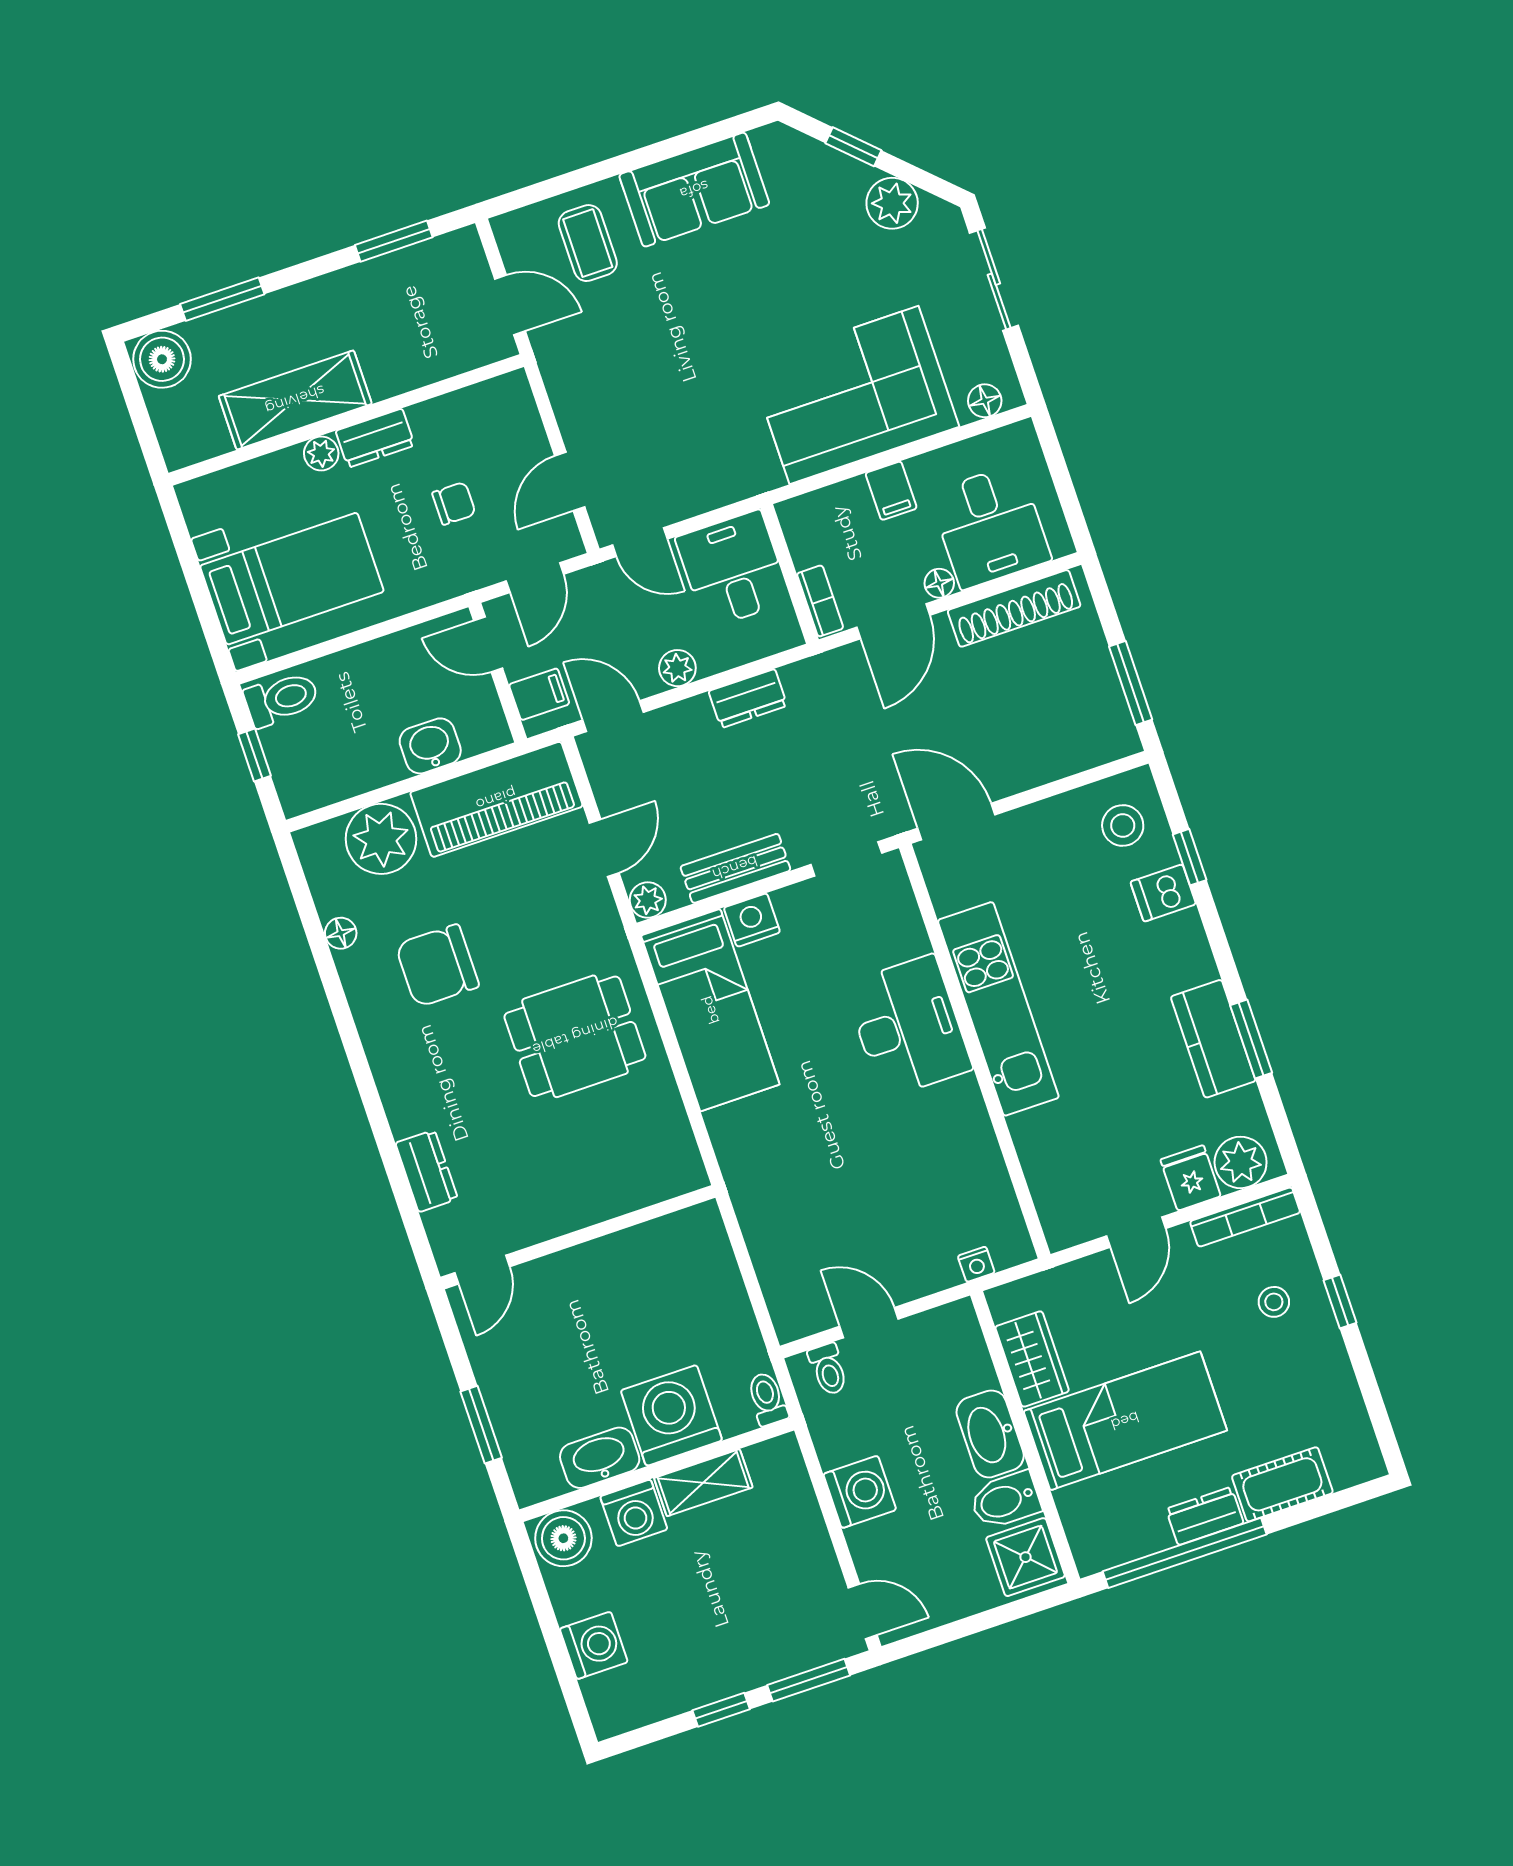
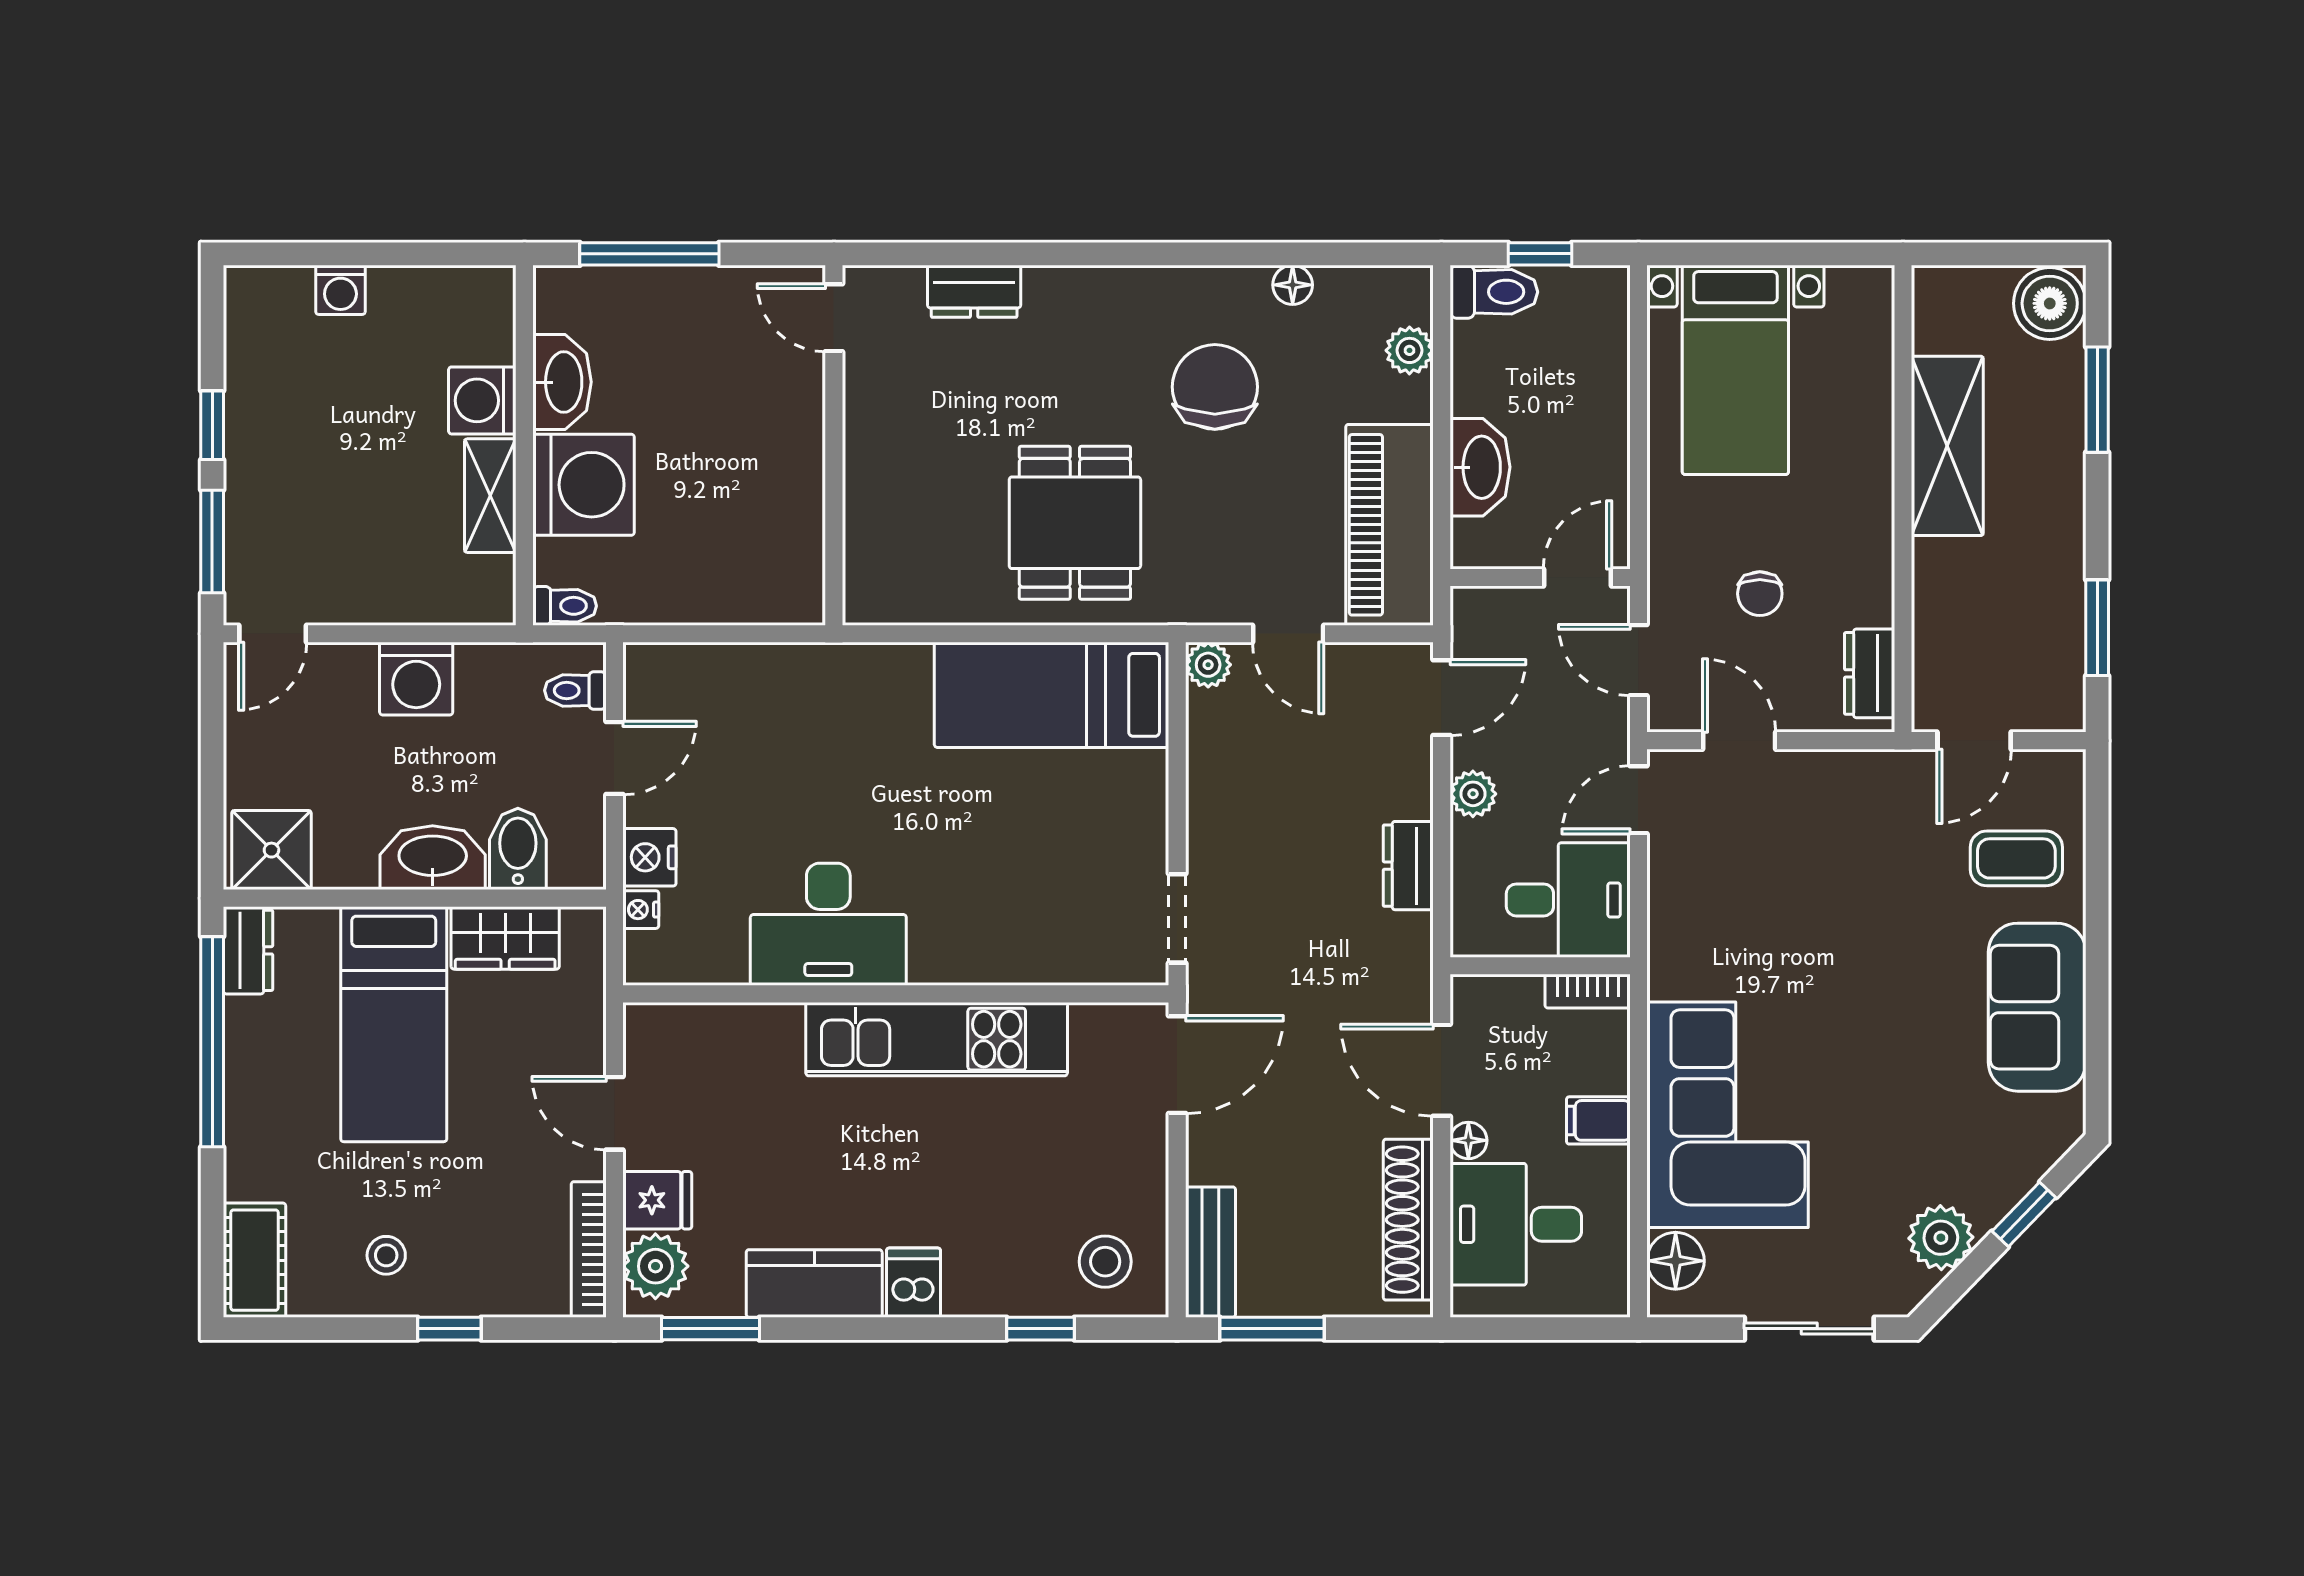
floor lamp: (985, 401) -> (1676, 1261), width x1.37, depth x1.37
dresser: (375, 438) -> (1870, 673), moved
plant: (321, 453) -> (1873, 455), removed
bookcase: (820, 601) -> (1588, 991), moved
filing cabinet: (539, 694) -> (1498, 618), removed
toilet: (282, 699) -> (1494, 292), moved, turned -90
washbasin: (430, 746) -> (1480, 467), width x1.38
plant: (381, 839) -> (1409, 350), width x0.53, depth x0.53
bench: (735, 868) -> (1210, 1252), moved
dishwasher: (1163, 893) -> (913, 1283), moved
nightstand: (752, 920) -> (649, 857), moved, turned 180
desk: (908, 1027) -> (828, 924), moved
window: (1251, 1039) -> (711, 1329), moved
stool: (1274, 1302) -> (386, 1255), moved
window: (481, 1425) -> (649, 254), width x1.44
cot: (1282, 1484) -> (255, 1260), moved
bidet: (1005, 1500) -> (518, 849), moved
dresser: (1205, 1516) -> (248, 950), moved
boiler: (563, 1538) -> (481, 306), removed
washing machine: (594, 1645) -> (340, 290), width x0.73, depth x0.73

